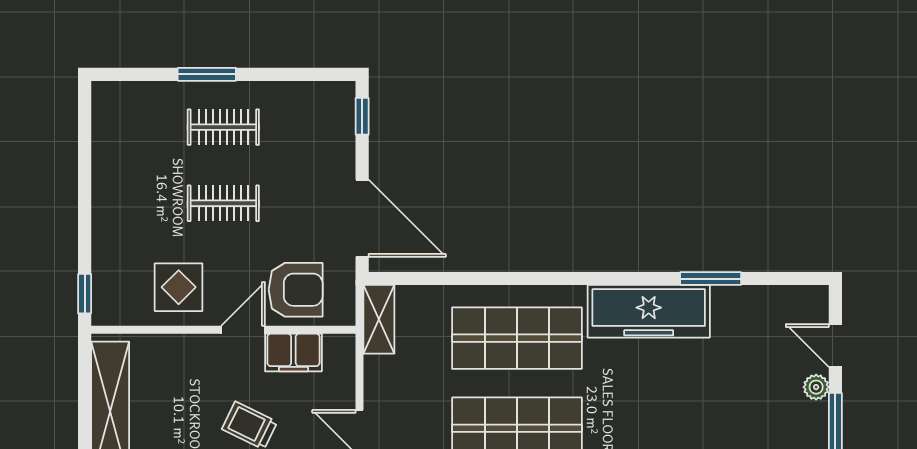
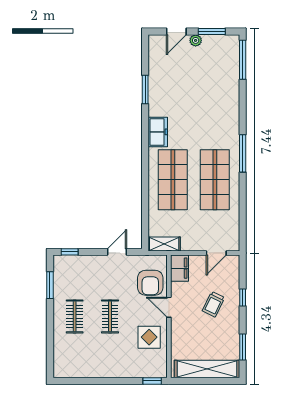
window: (207, 74) -> (50, 285), moved
door: (362, 218) -> (117, 252), width x0.53
armchair: (296, 290) -> (150, 283), turned 180
freezer: (649, 311) -> (158, 132), width x0.52, depth x0.79
filing cabinet: (293, 353) -> (180, 268), moved

